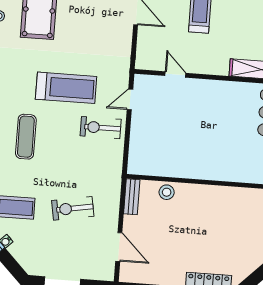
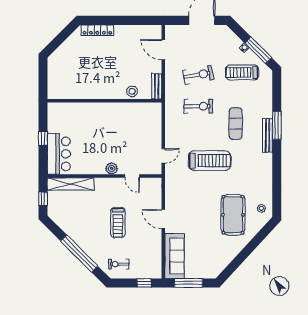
plant: (203, 87) -> (112, 168), added
treadmill: (66, 88) -> (210, 161), turned 180
exercise bike: (101, 128) -> (198, 106), moved

